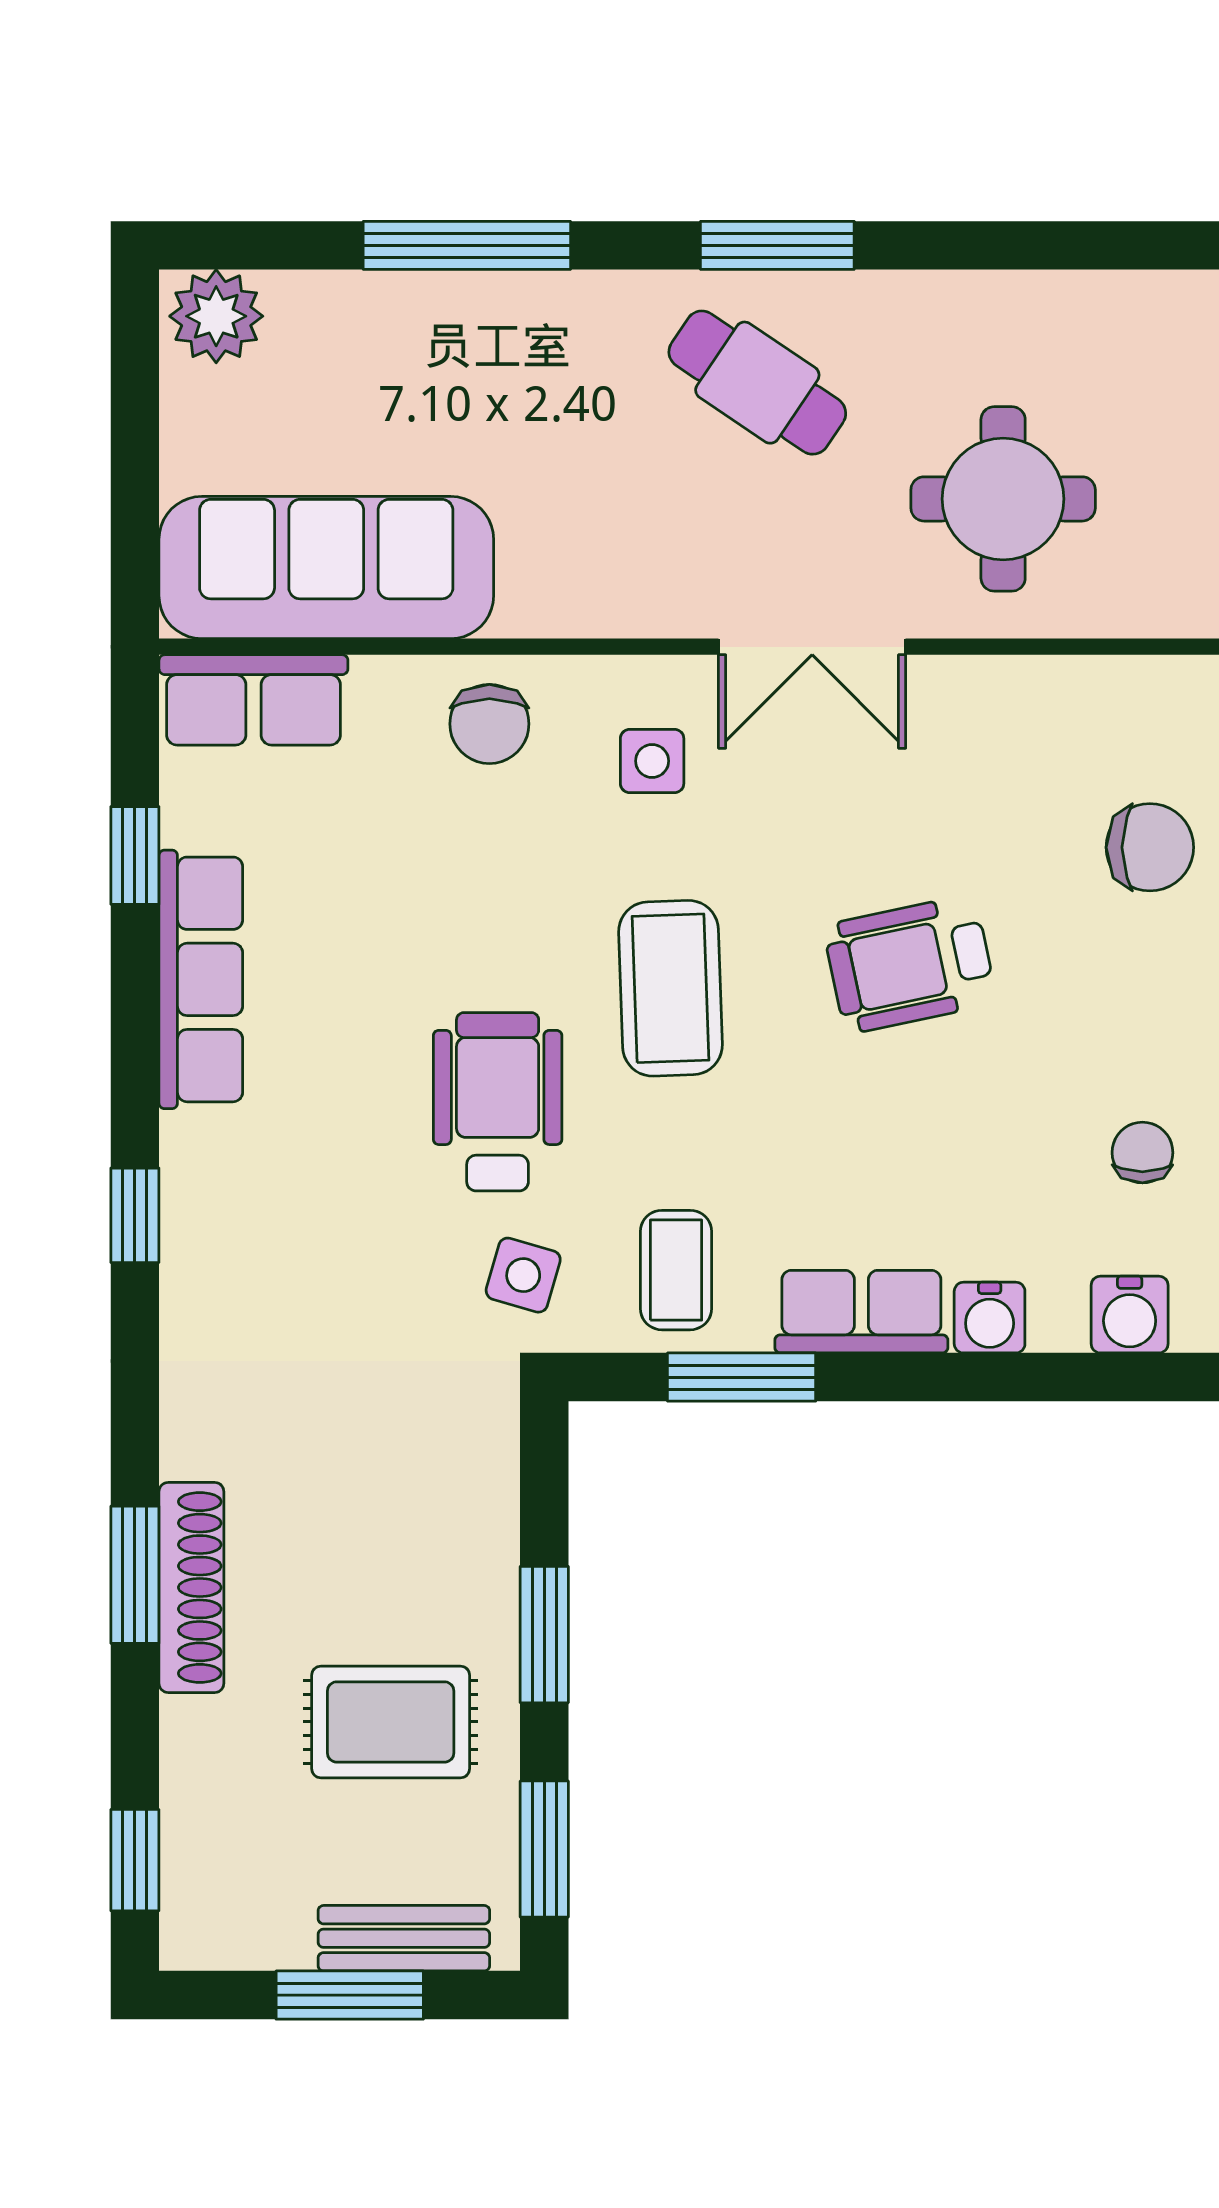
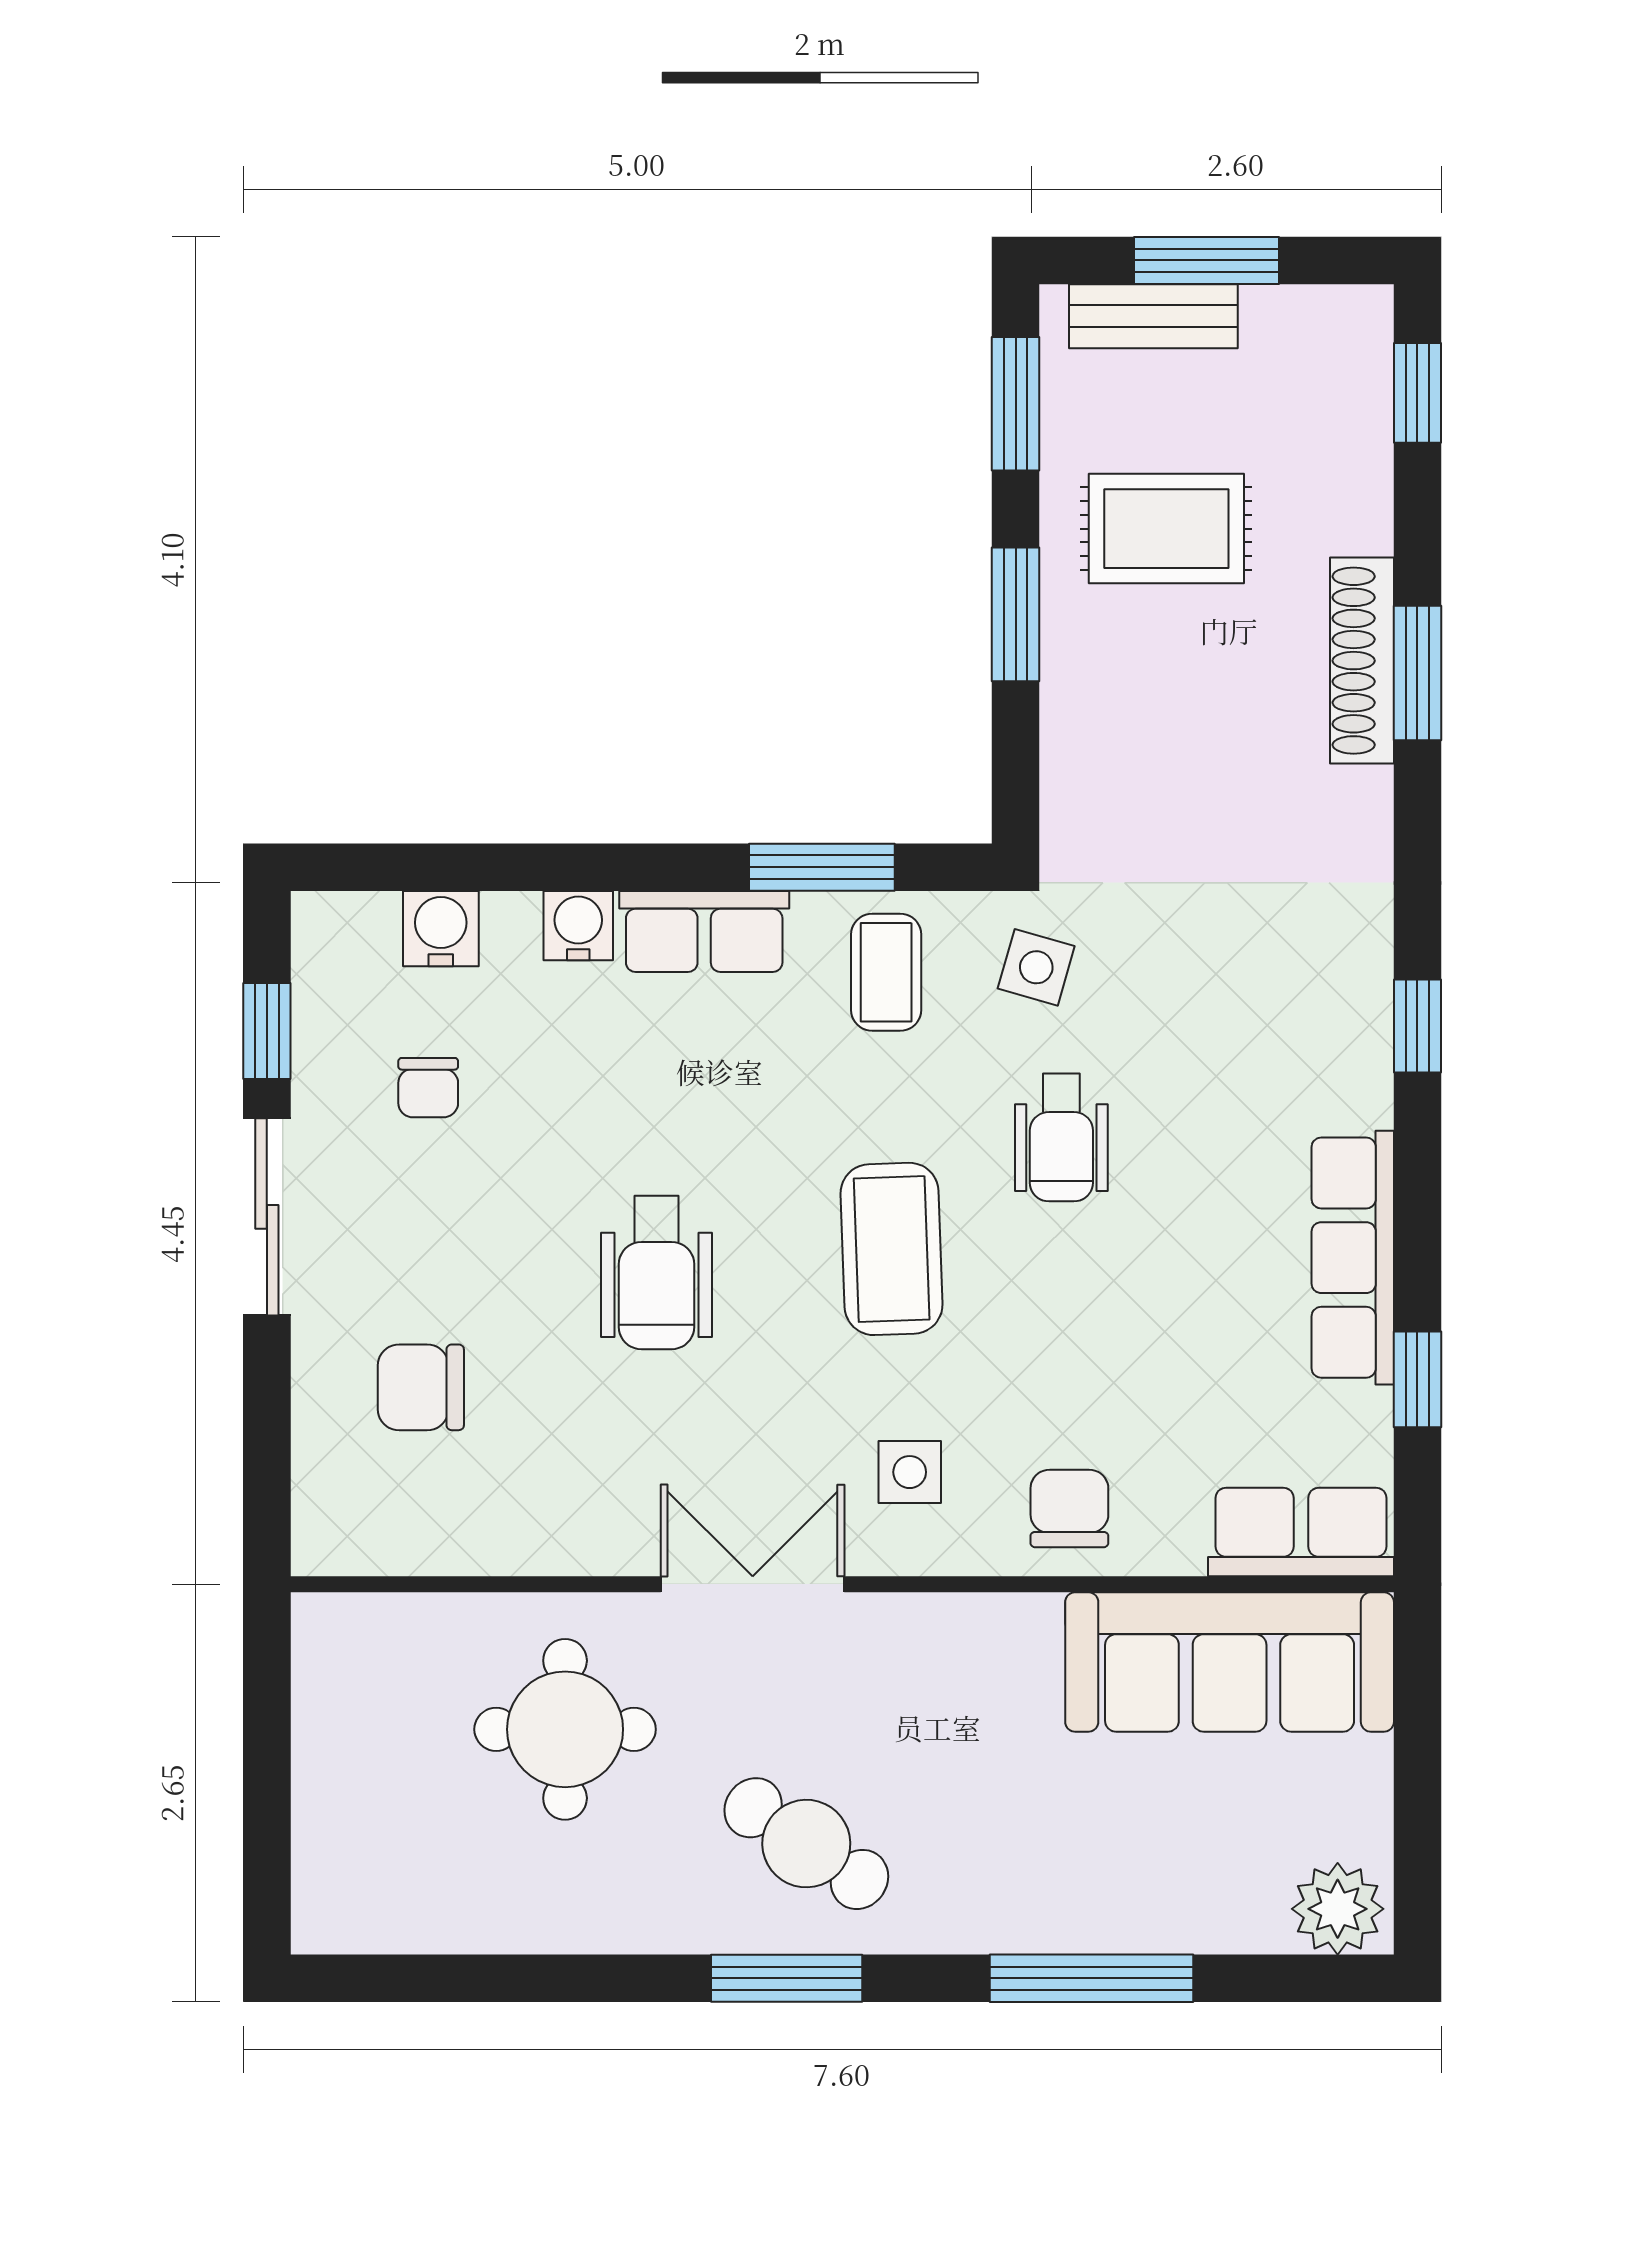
wheelchair: (910, 964) -> (656, 1273), turned 102
wheelchair: (498, 1102) -> (1061, 1138), width x0.73, depth x0.73

